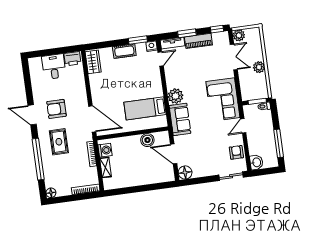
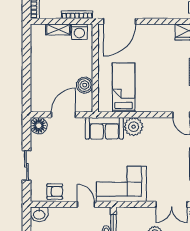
sliding door: (231, 176) -> (27, 165), moved

